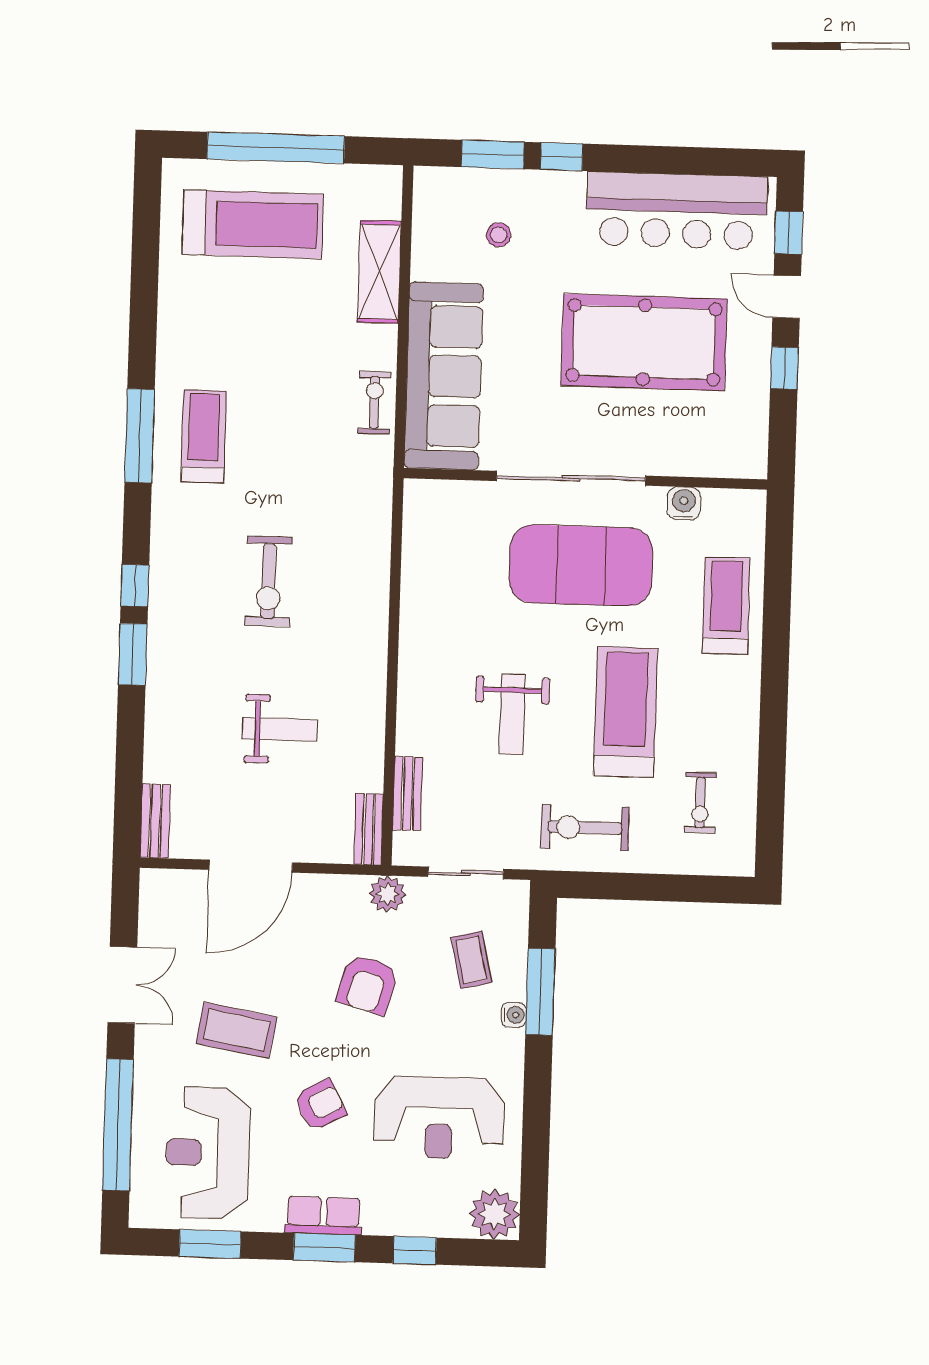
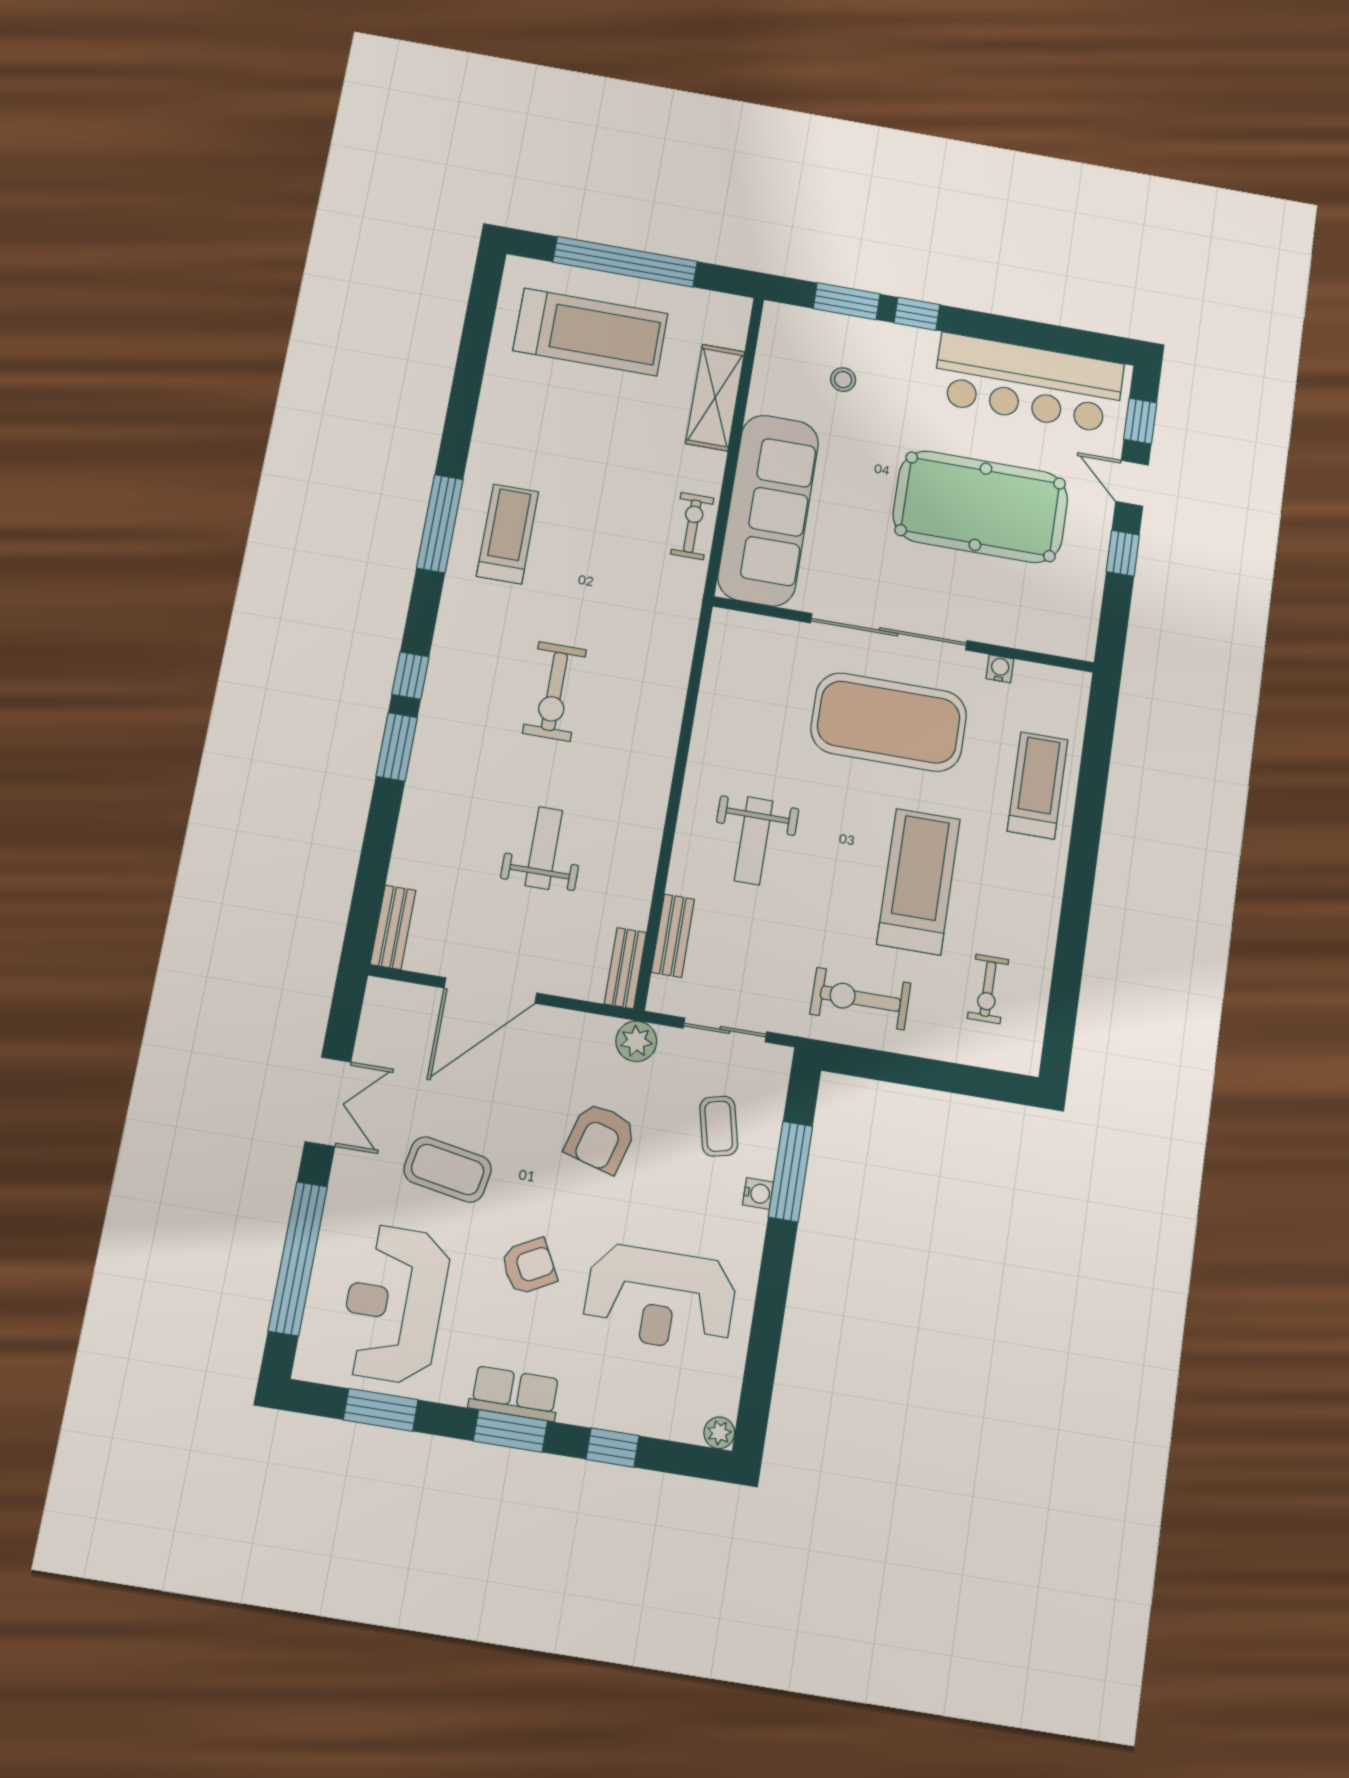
water cooler: (684, 503) -> (1000, 669), width x0.72, depth x0.72
weight bench: (512, 714) -> (754, 841), moved
weight bench: (280, 729) -> (544, 848), turned -90
plant: (495, 1214) -> (719, 1433), width x0.53, depth x0.53

